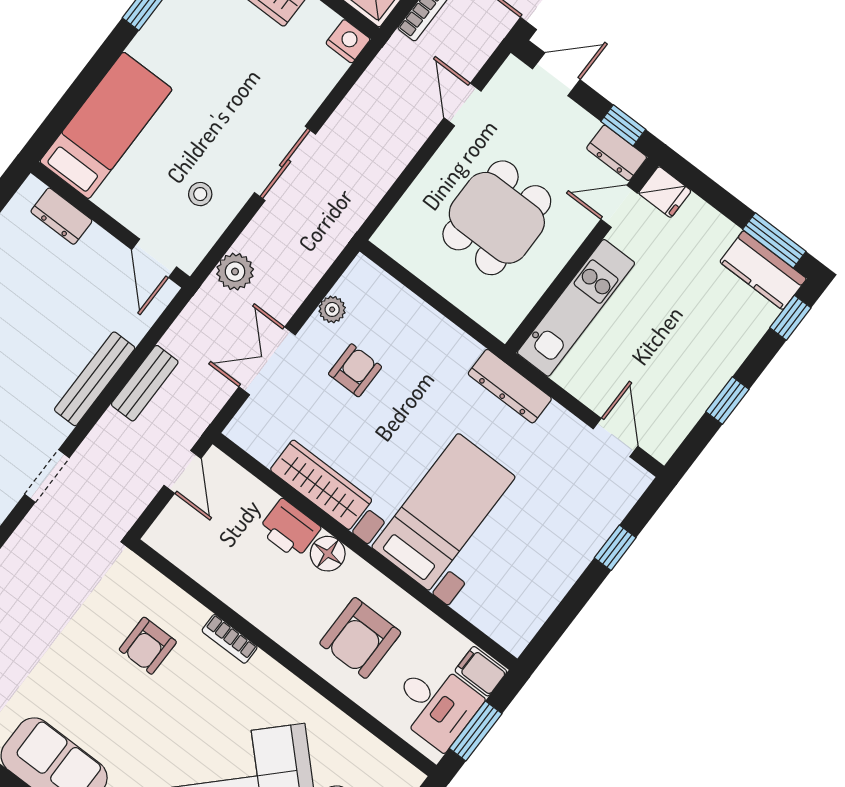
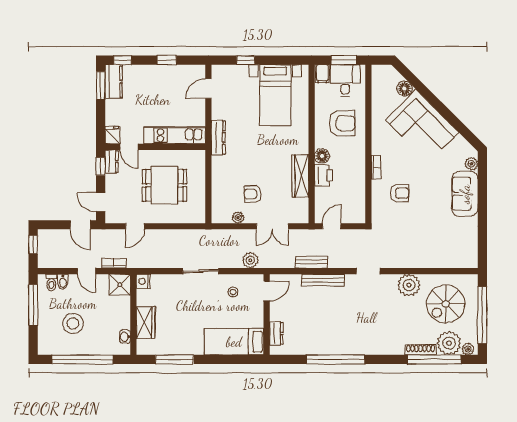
bed with nightstands: (443, 512) -> (275, 95), moved, turned -90

